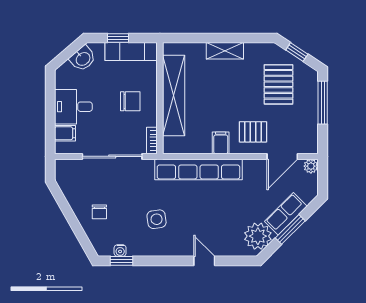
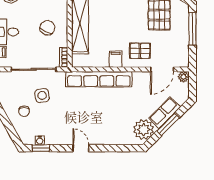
chair: (130, 101) -> (47, 28), turned -66
side table: (157, 219) -> (42, 96), moved
door: (204, 261) -> (81, 148), moved

